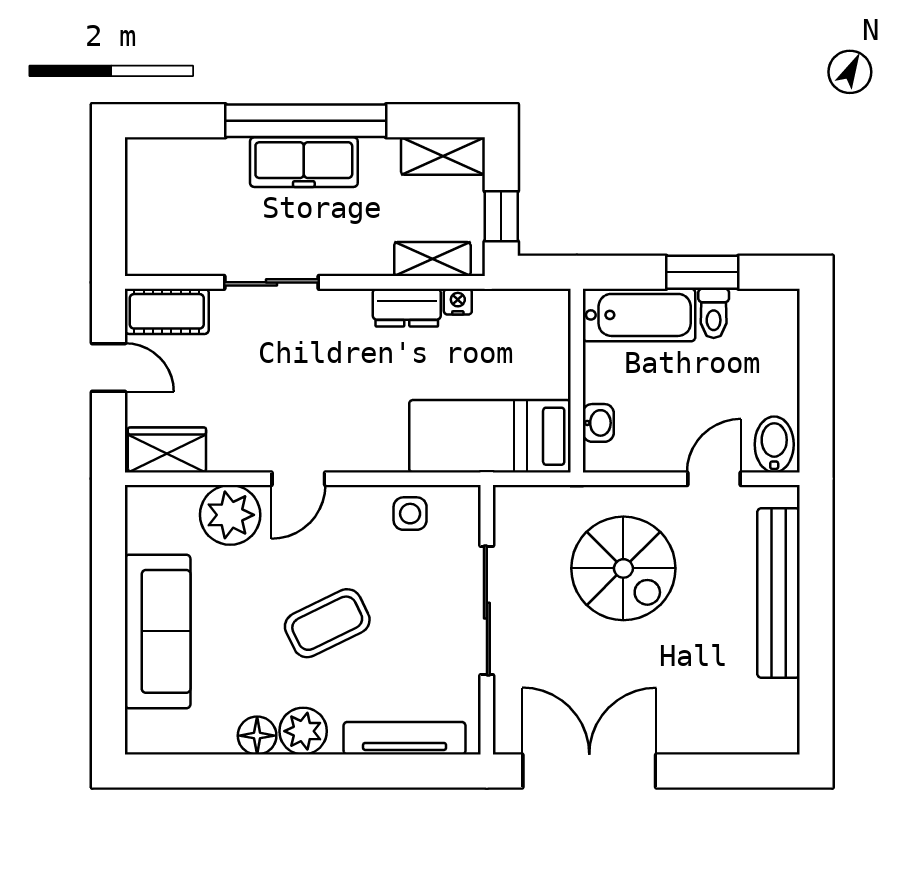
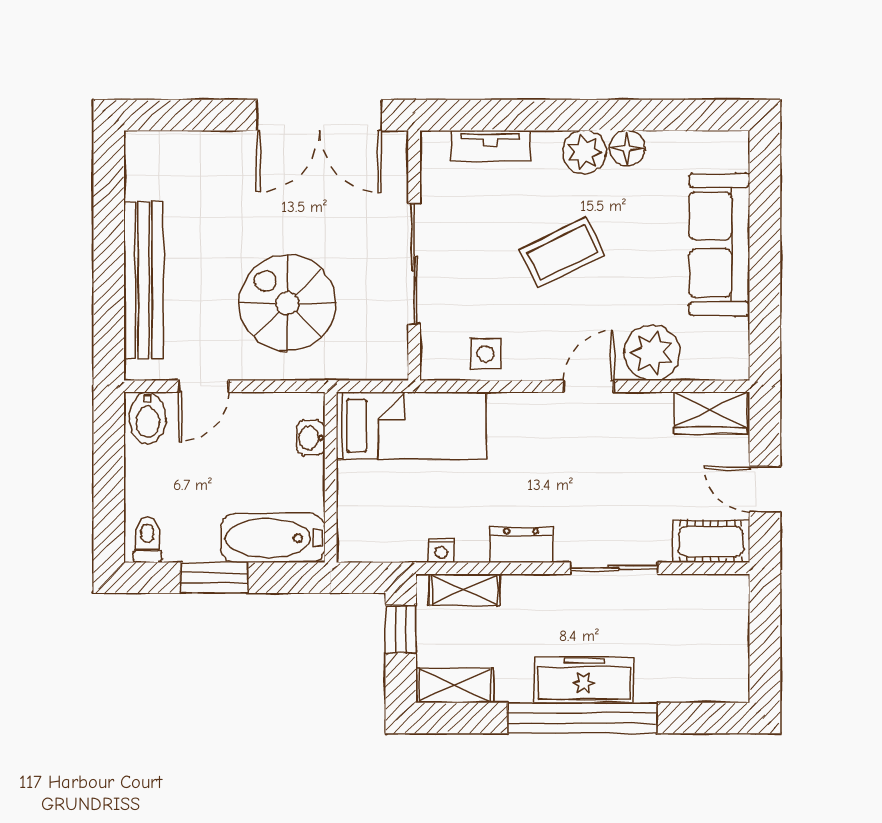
dresser: (407, 308) -> (521, 545), moved
toilet: (714, 313) -> (147, 540), moved
tv unit: (405, 738) -> (490, 146), width x0.71

